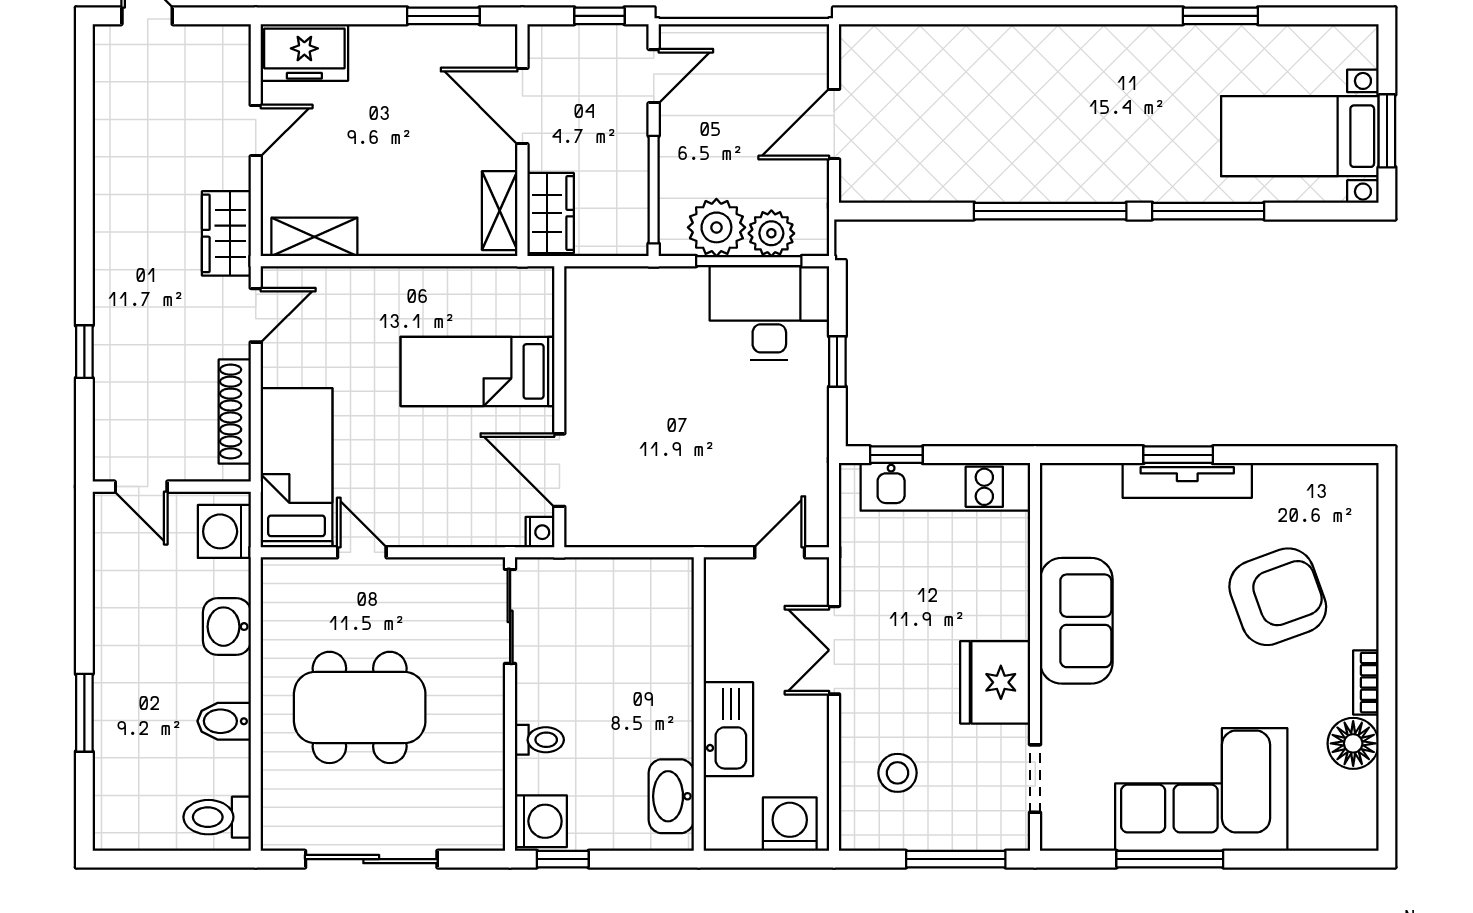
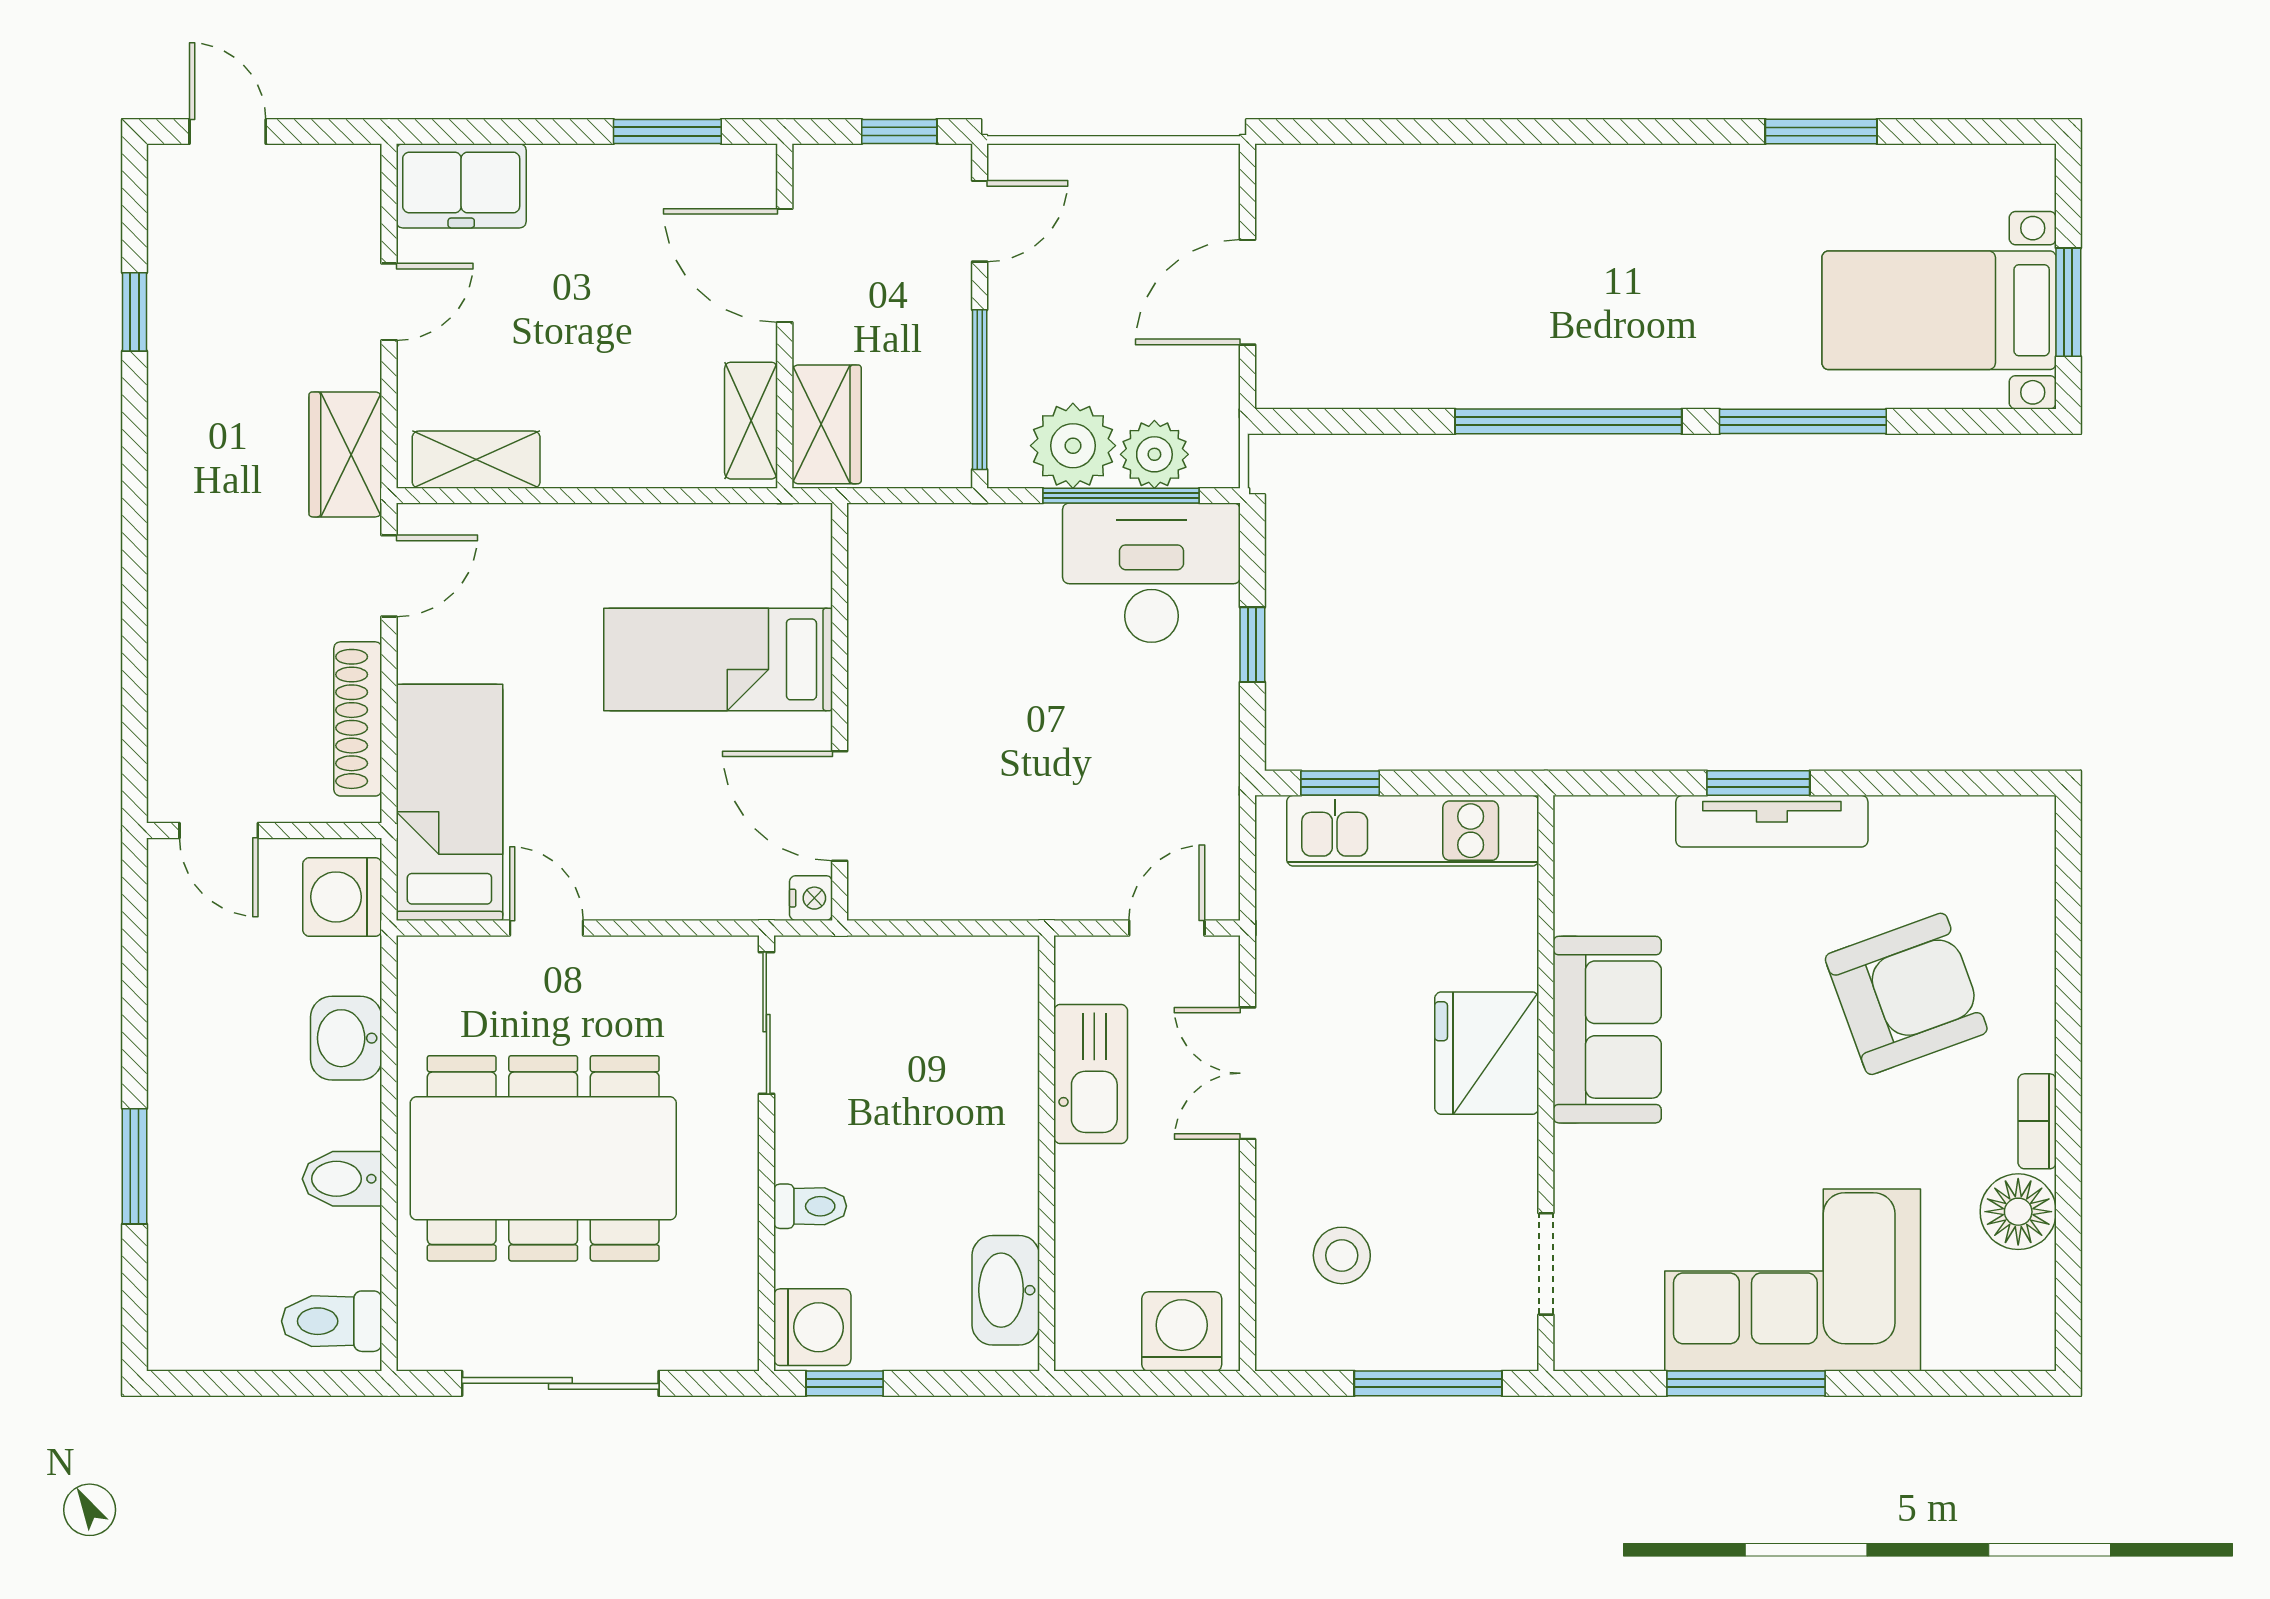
window: (84, 352) -> (134, 312), moved
fridge: (995, 682) -> (1487, 1053), moved
dining table: (360, 707) -> (543, 1158), width x1.36, depth x1.24
kitchen sink: (728, 729) -> (1091, 1074), moved

